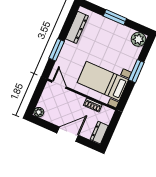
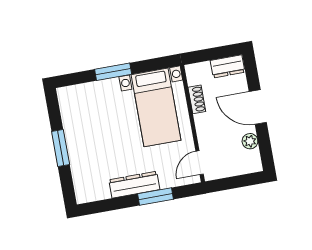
dresser: (77, 27) -> (134, 185), moved
plant: (138, 39) -> (69, 97), removed
plant: (39, 112) -> (250, 141), moved

